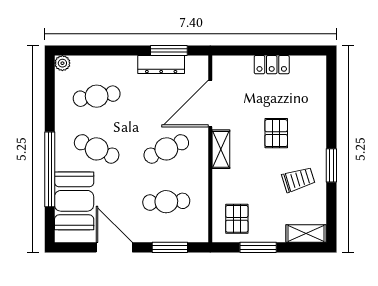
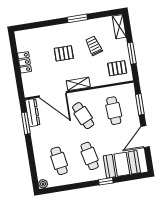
dresser: (161, 64) -> (32, 113), moved
cafe table: (97, 149) -> (90, 156), turned -36
window: (50, 169) -> (106, 181), width x0.32
trolley: (298, 180) -> (94, 46), moved

